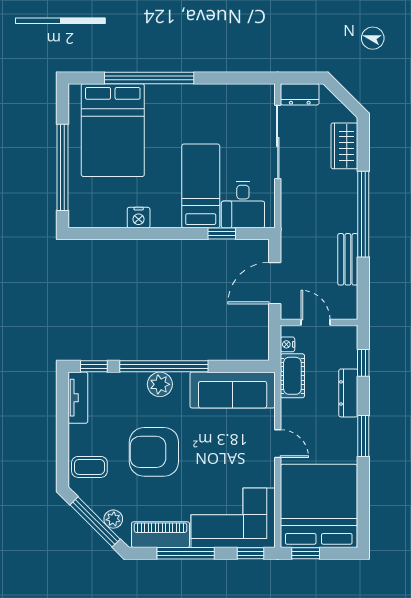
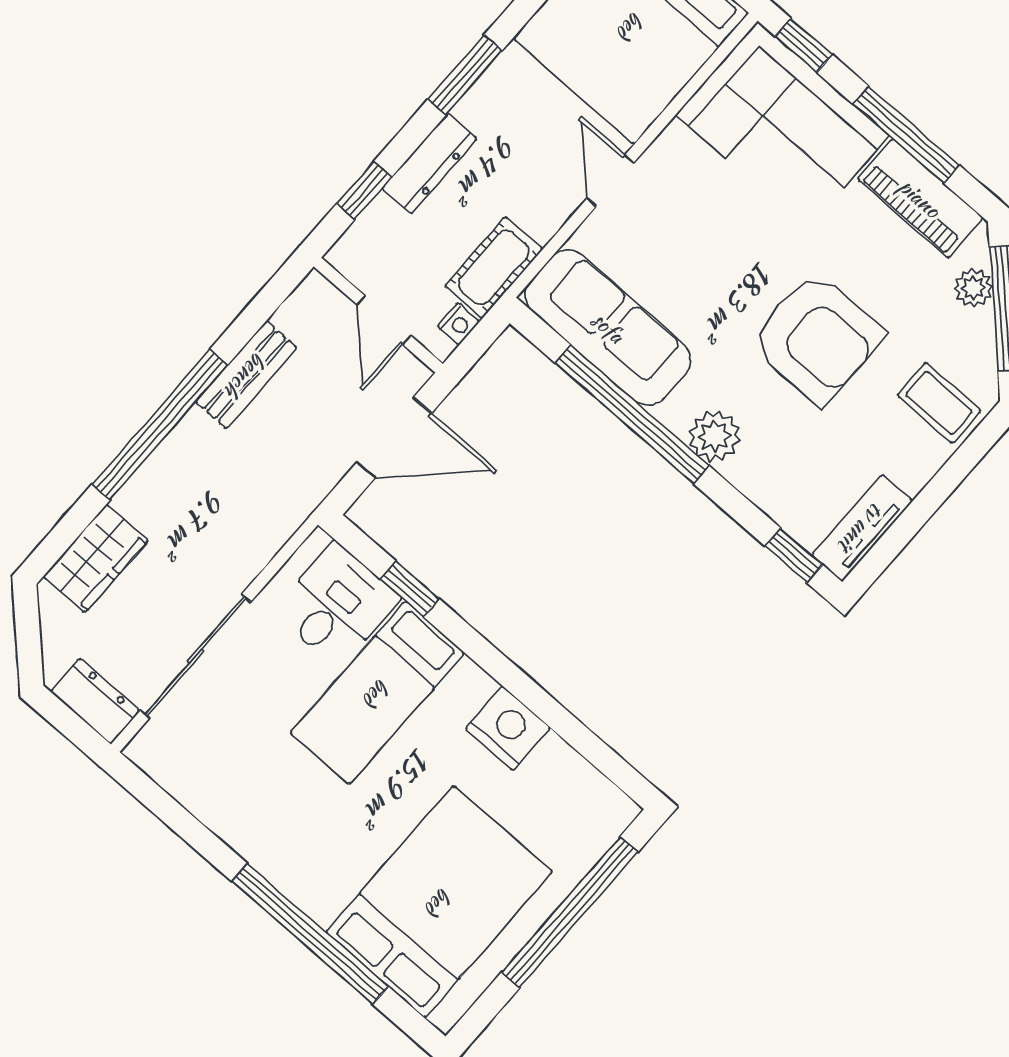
nightstand: (139, 218) -> (508, 728), width x1.36, depth x1.33
window: (164, 366) -> (632, 414), moved

